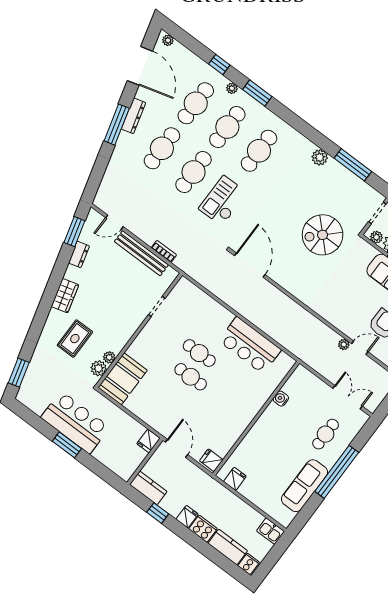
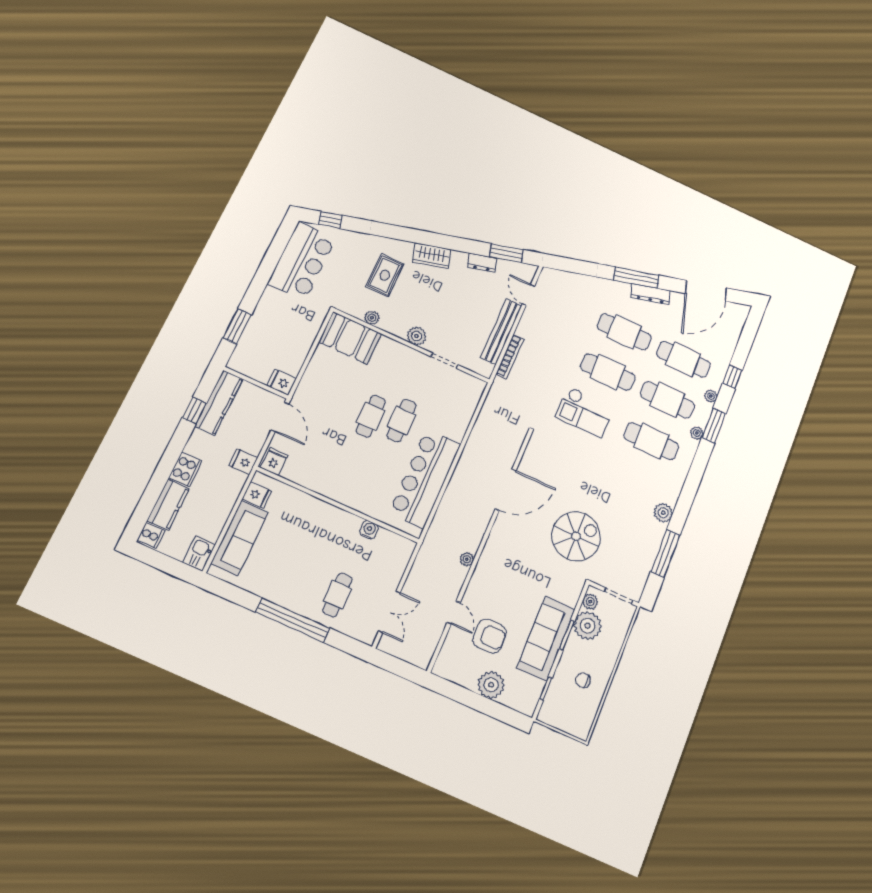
plant: (168, 40) -> (697, 433), moved
checkout: (223, 201) -> (585, 412), turned 180
spiral stairs: (323, 235) -> (576, 536), turned 90
bookcase: (164, 251) -> (510, 356), width x1.56
door: (250, 265) -> (506, 490), moved
rug: (75, 339) -> (385, 275), turned 90
bar counter: (250, 345) -> (425, 478), width x1.36
plant: (344, 345) -> (467, 559), moved
plant: (99, 368) -> (416, 336), moved
window: (19, 373) -> (330, 220), width x0.67
bar counter: (75, 422) -> (302, 261), moved
cafe table: (326, 434) -> (337, 595), turned 90
window: (67, 445) -> (237, 326), moved
door: (177, 448) -> (280, 417), hinge flipped
sofa: (305, 486) -> (240, 538), moved, turned 90
kitchen counter: (148, 488) -> (219, 402), width x1.50
fridge: (187, 517) -> (243, 462), moved, turned 180

